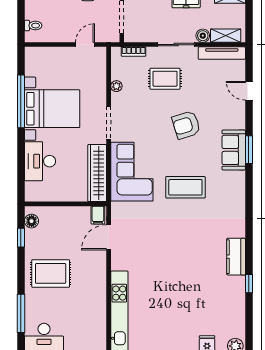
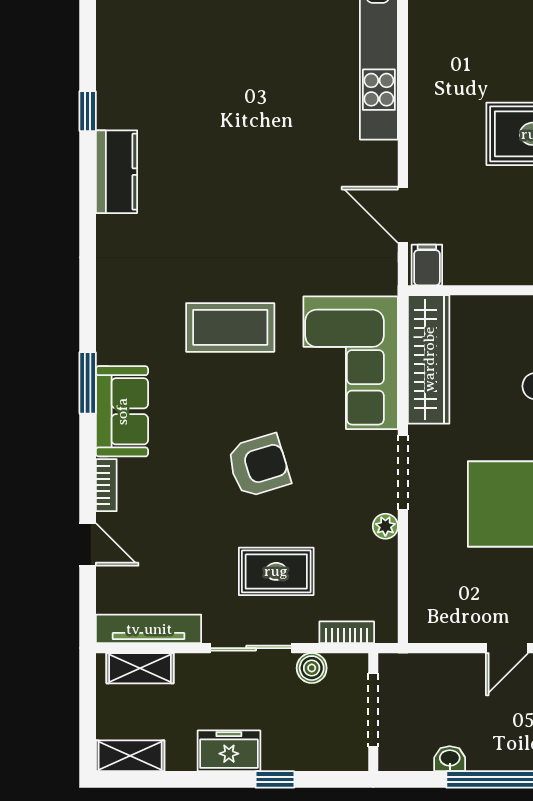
boiler: (203, 36) -> (312, 668), moved
door: (85, 45) -> (507, 648), moved
plant: (116, 86) -> (385, 526), moved
bookcase: (241, 117) -> (106, 485), added
armchair: (186, 125) -> (259, 466), moved
window: (249, 150) -> (88, 383), moved
door: (109, 237) -> (403, 215), swing flipped

